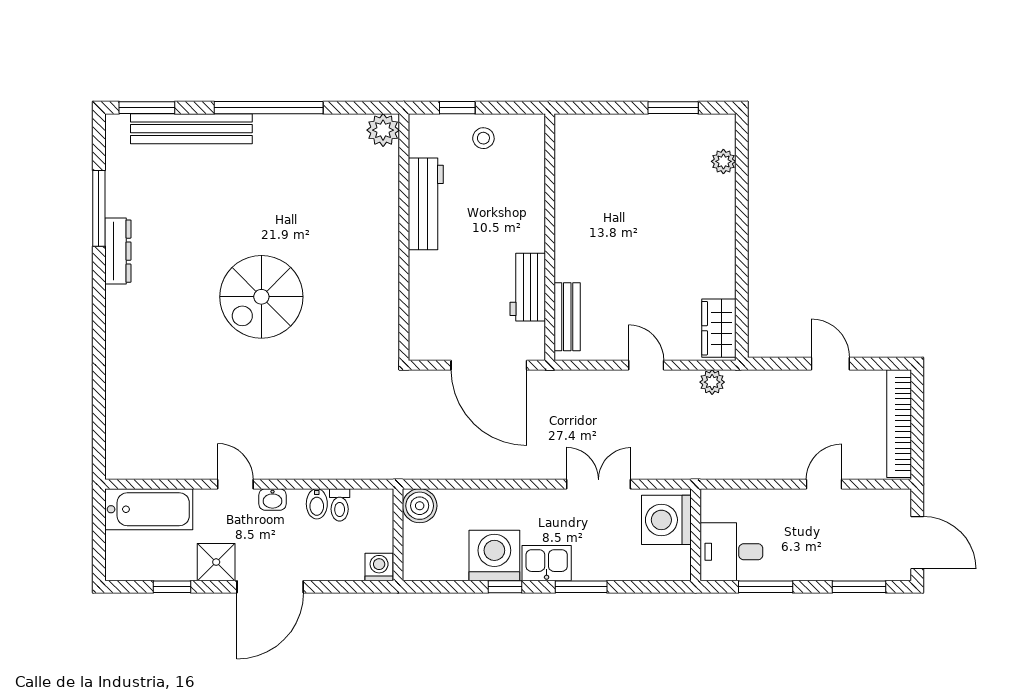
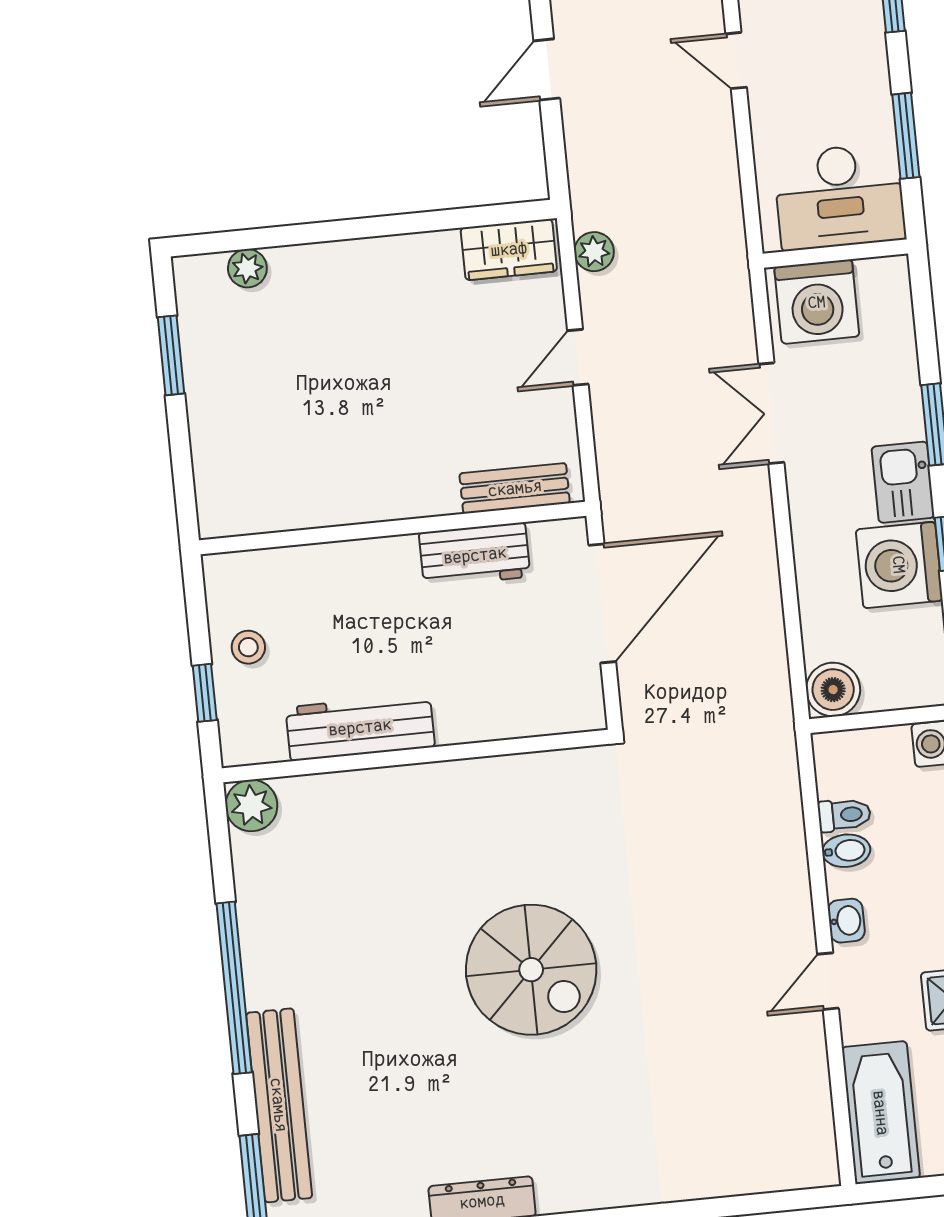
desk: (731, 552) -> (840, 197), width x1.37

